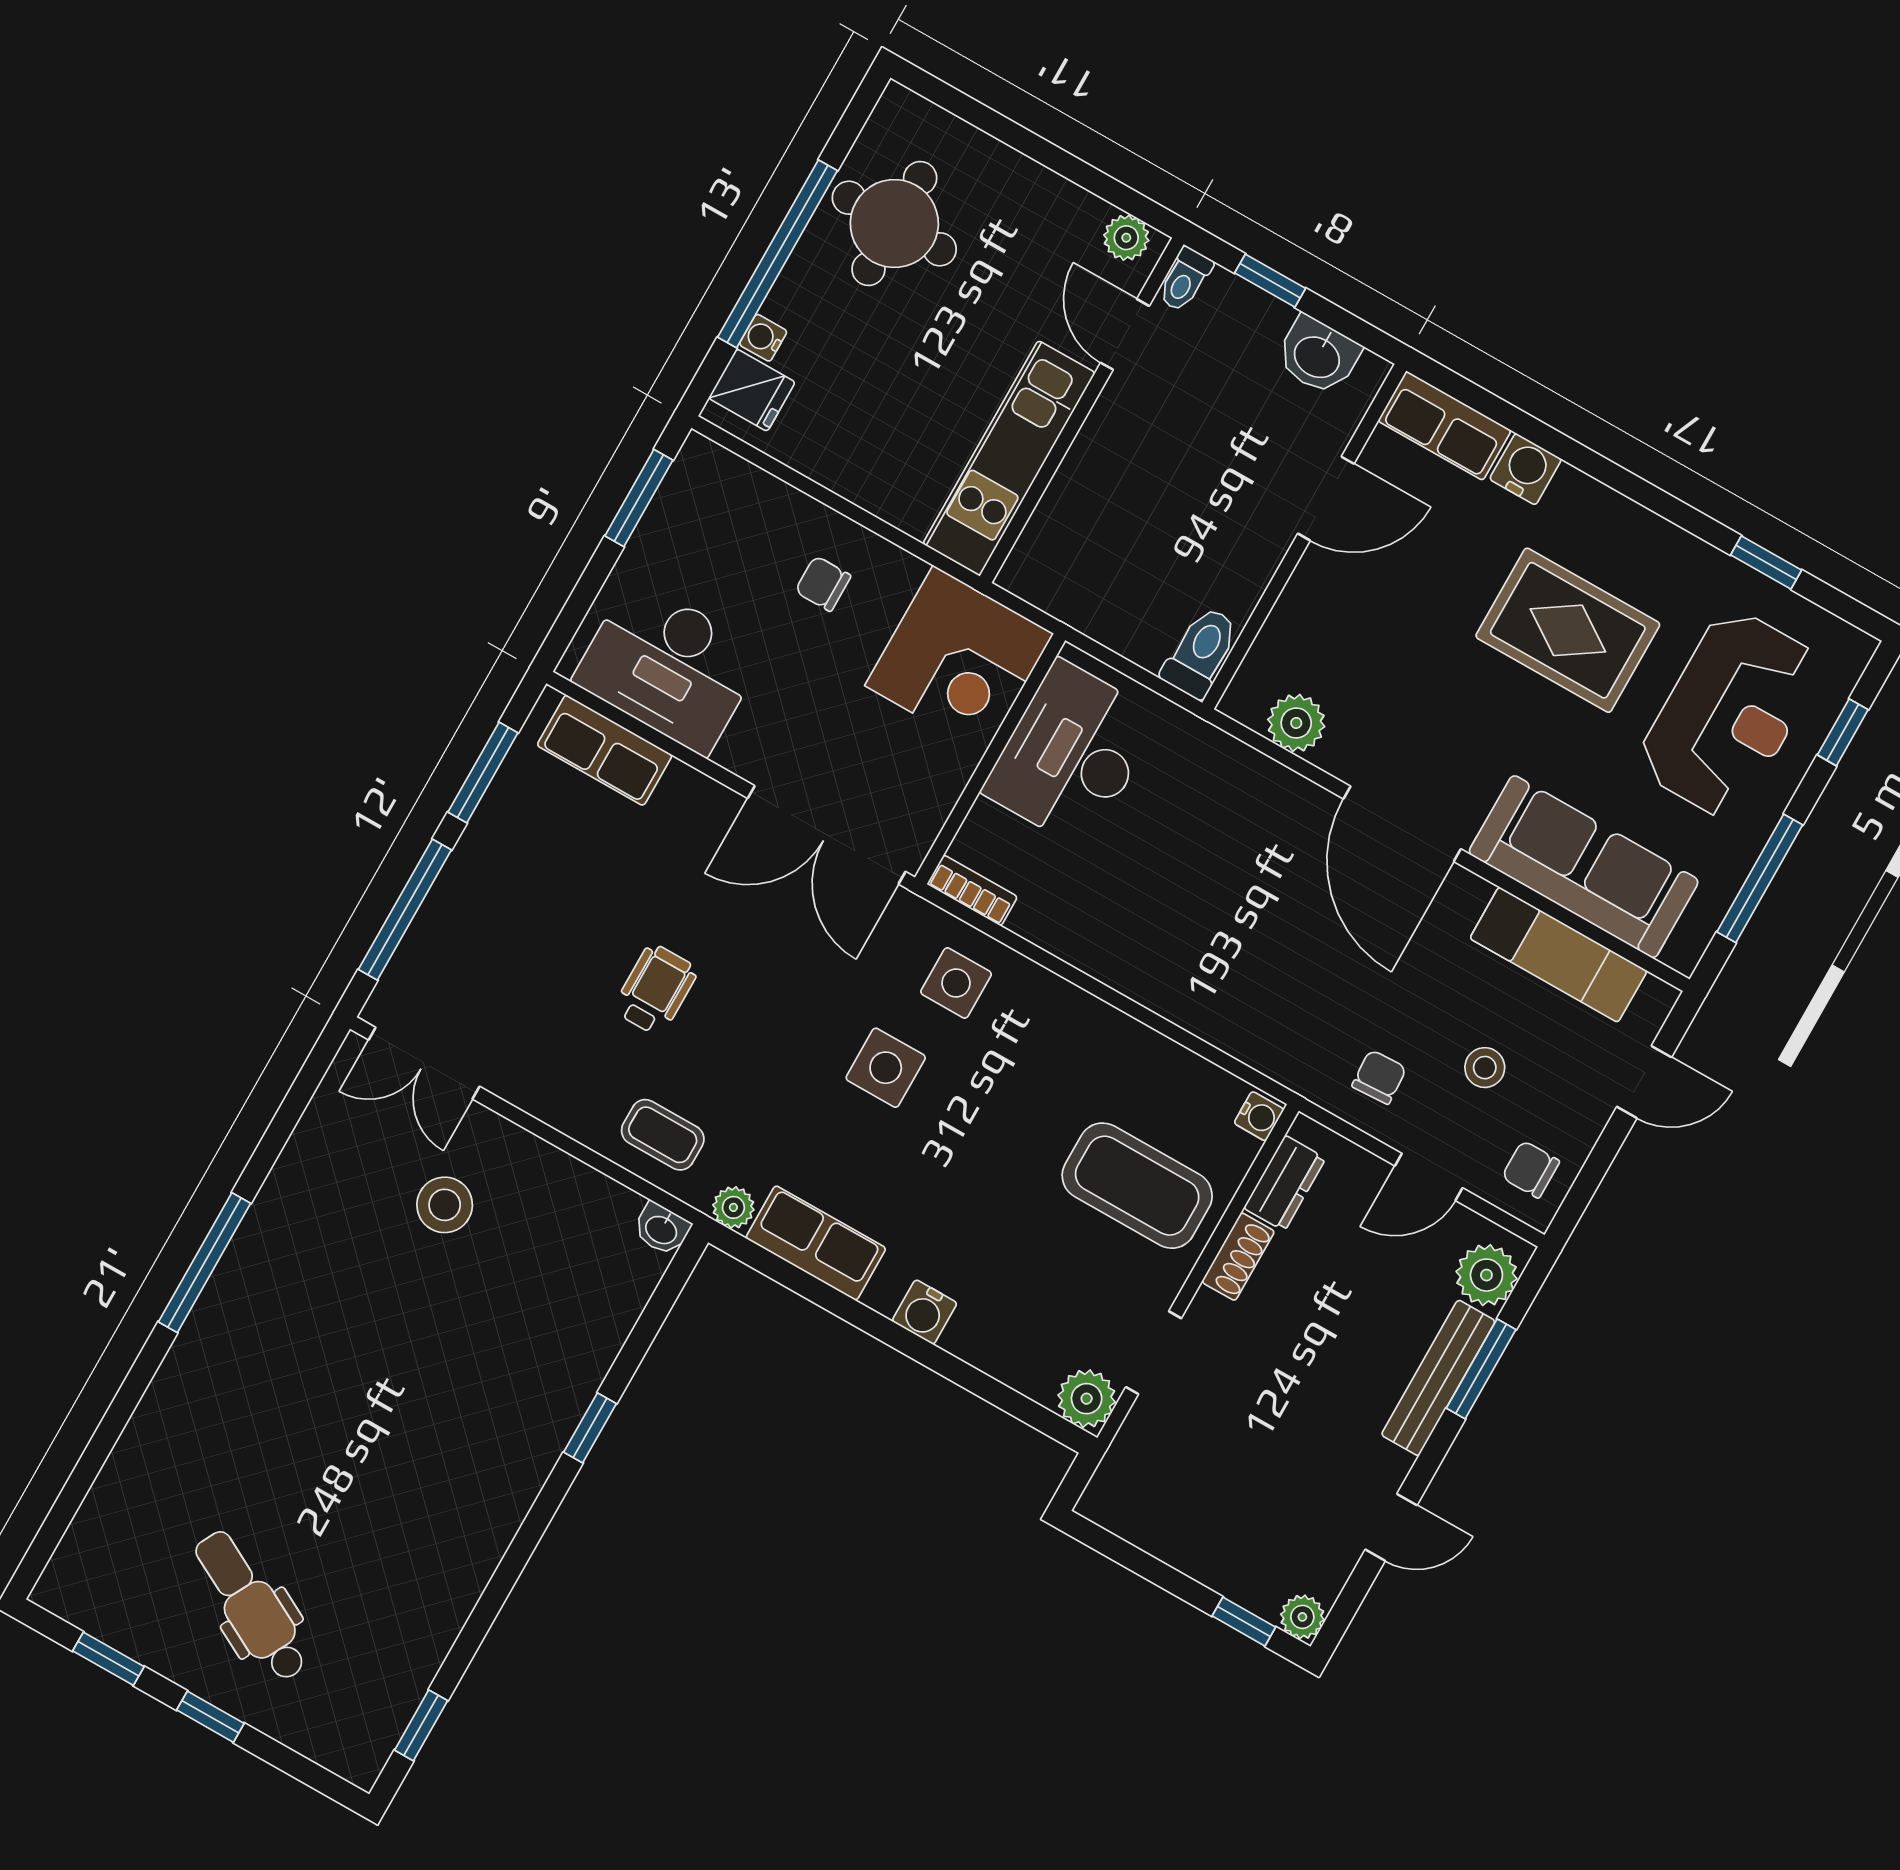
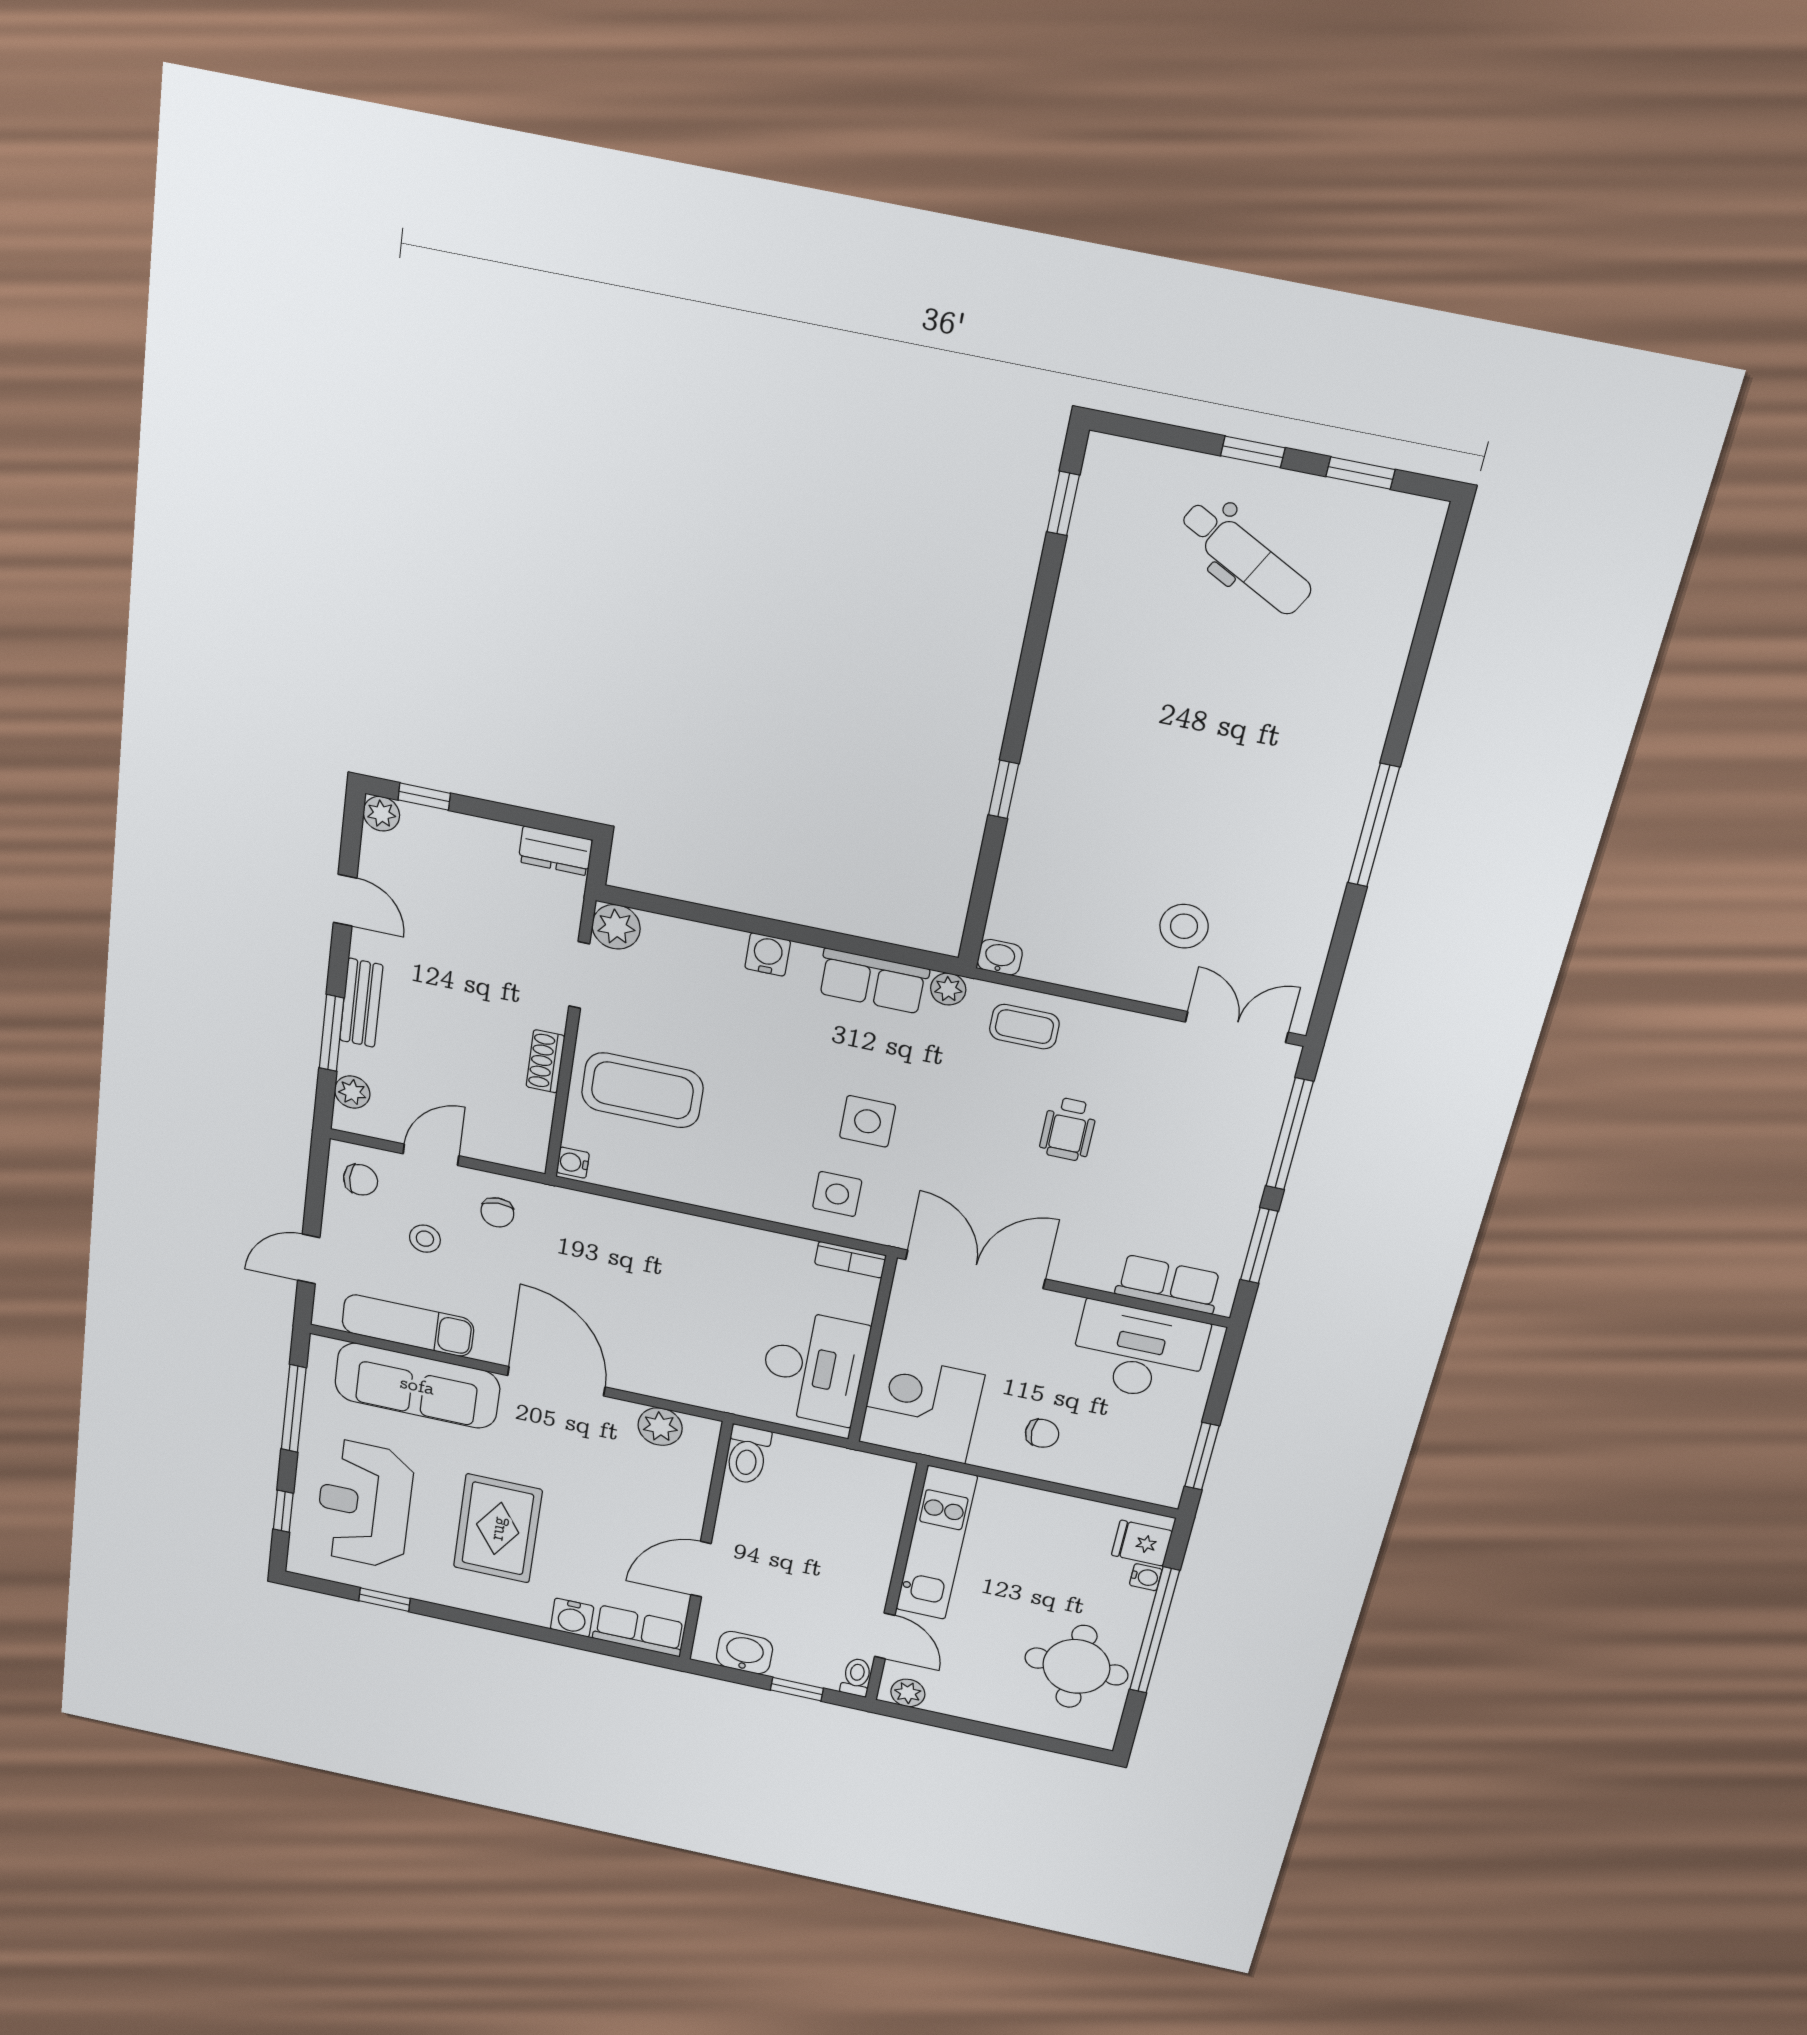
rug: (1568, 630) -> (498, 1528), turned 90
dresser: (1285, 1183) -> (555, 851), moved, turned -90
plant: (1486, 1275) -> (352, 1092), width x0.73, depth x0.73
bench: (1438, 1378) -> (361, 1003), width x0.73
door: (1391, 1527) -> (345, 900), swing flipped

